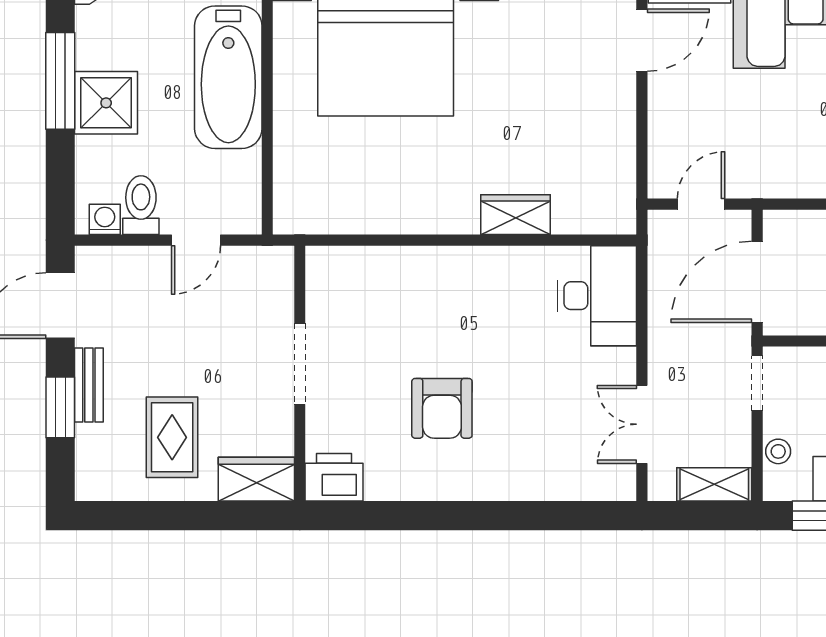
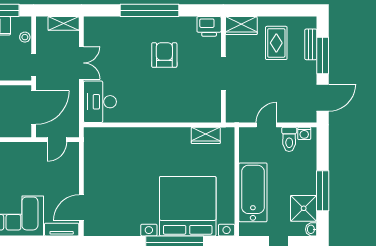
shower: (106, 103) -> (304, 208), moved
wardrobe: (515, 215) -> (206, 135), moved
bench: (89, 385) -> (311, 44), moved
window: (60, 407) -> (323, 55), width x1.44
double door: (642, 424) -> (81, 63), moved
shelving: (714, 484) -> (64, 23), moved
window: (478, 516) -> (149, 10), added

